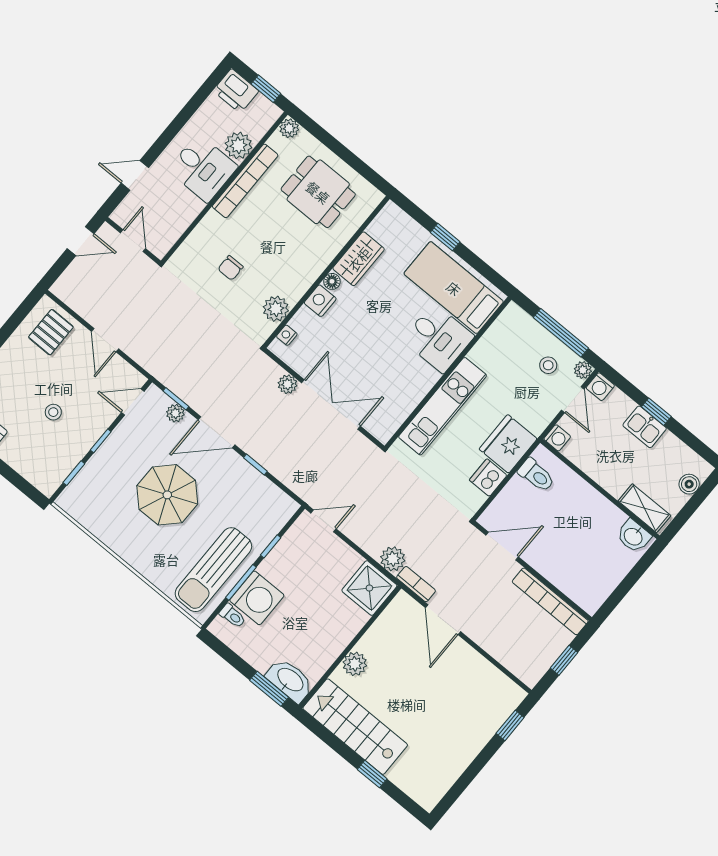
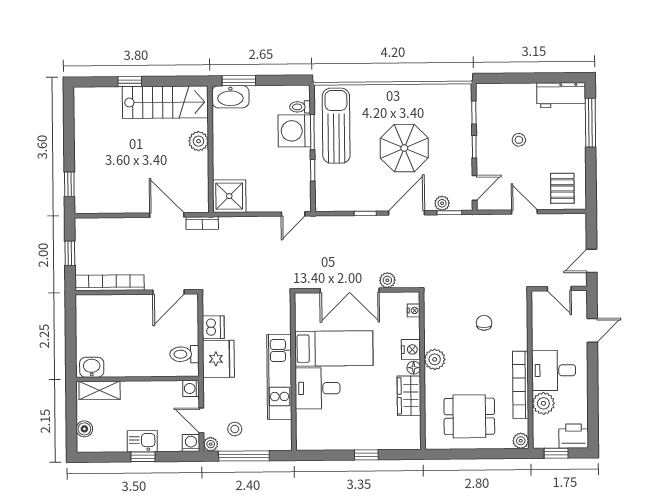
bed: (454, 288) -> (334, 348), moved
plant: (276, 309) -> (435, 359), moved
kitchen unit: (443, 406) -> (279, 377), moved
plant: (393, 559) -> (230, 227), removed

